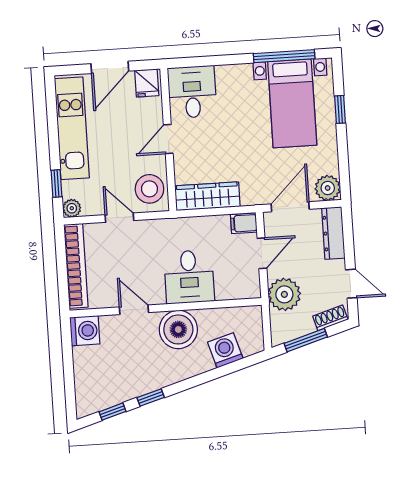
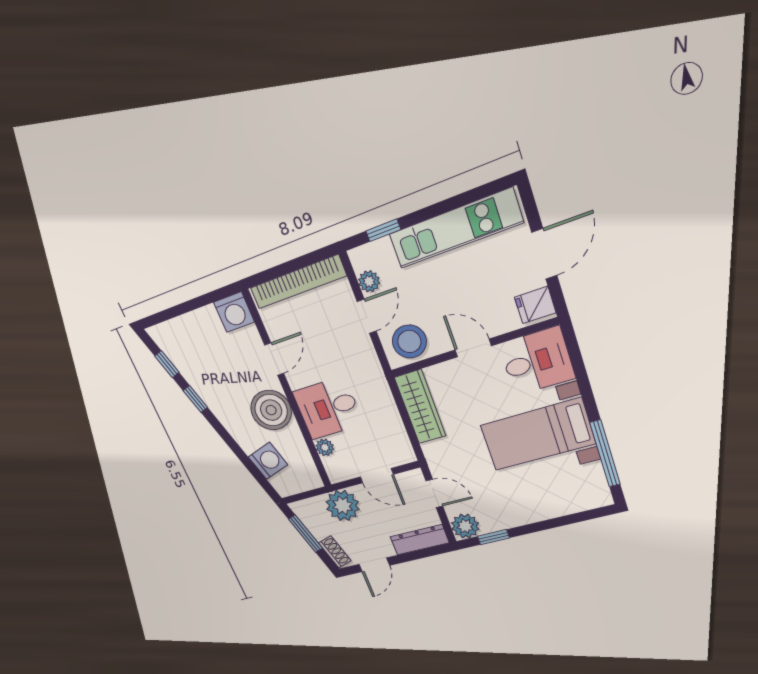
door: (110, 67) -> (544, 254), swing flipped
bed with nightstands: (292, 103) -> (538, 434), moved
window: (340, 109) -> (493, 537), moved
door: (290, 207) -> (434, 493), width x0.73
plant: (72, 208) -> (369, 281), moved
filing cabinet: (244, 223) -> (402, 451), removed
plant: (225, 292) -> (325, 447), added

